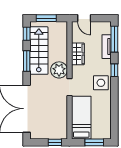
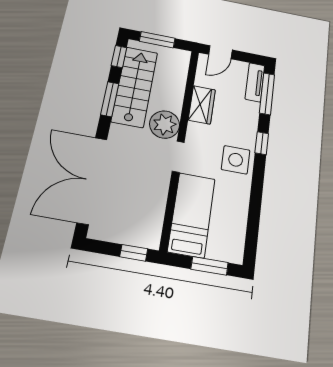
door: (84, 18) -> (220, 52), hinge flipped
tv unit: (107, 47) -> (255, 82), moved

